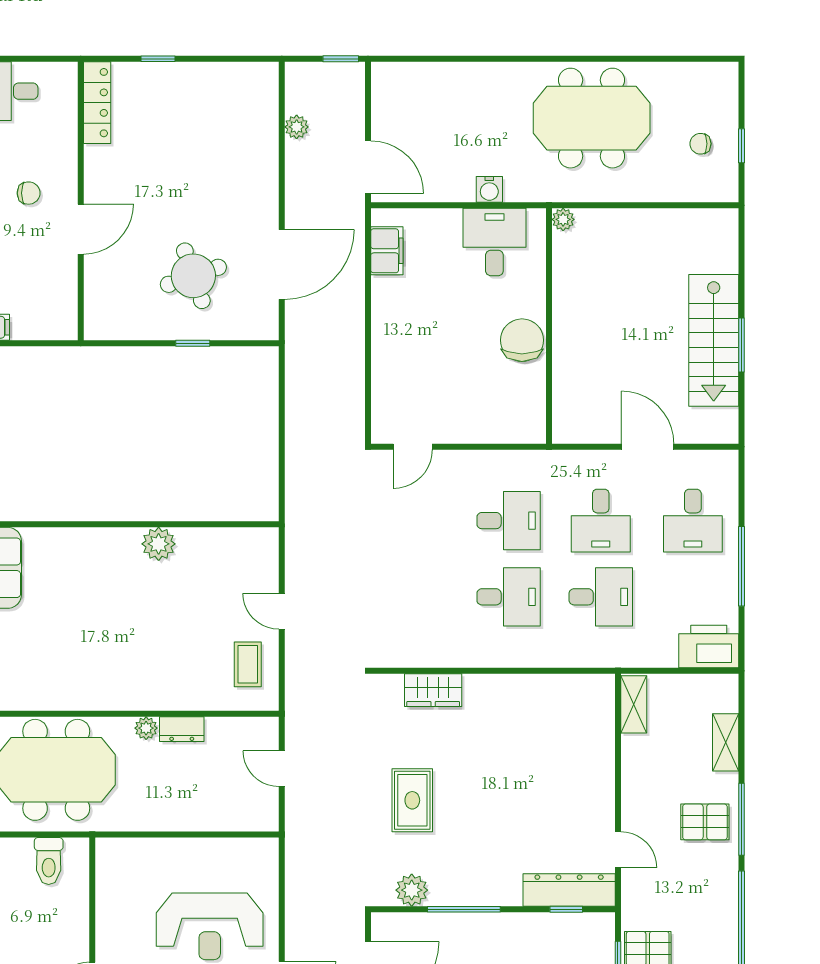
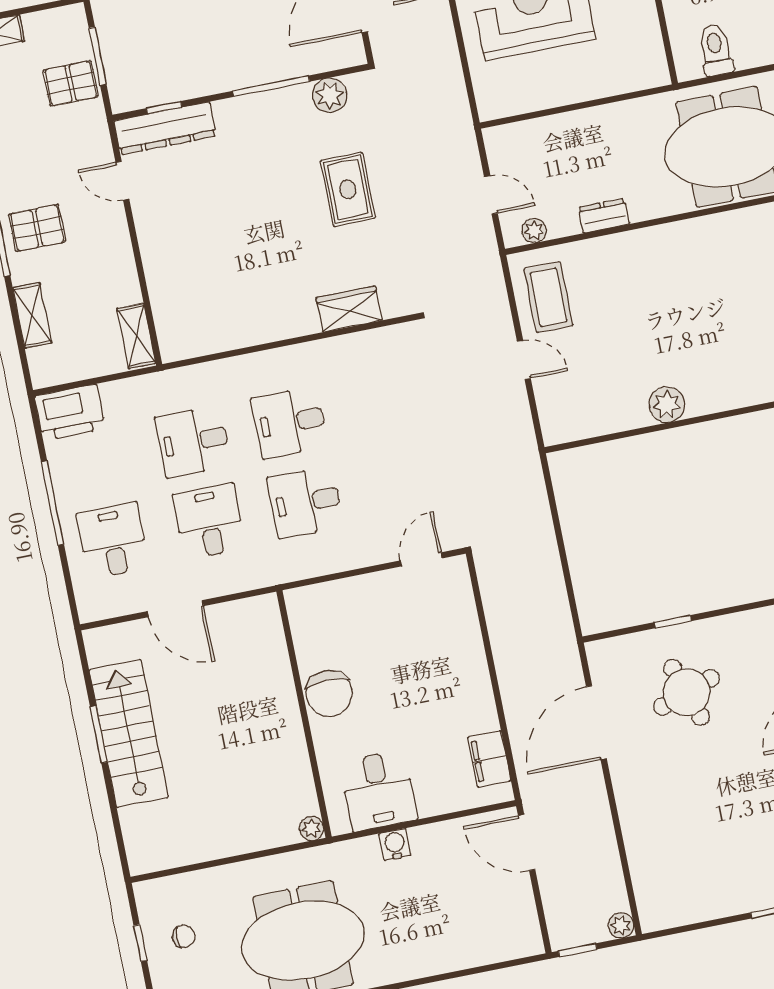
plant: (297, 127) -> (621, 925), moved
coffee table: (248, 664) -> (548, 297), width x1.36, depth x1.30
plant: (146, 728) -> (534, 231), moved

